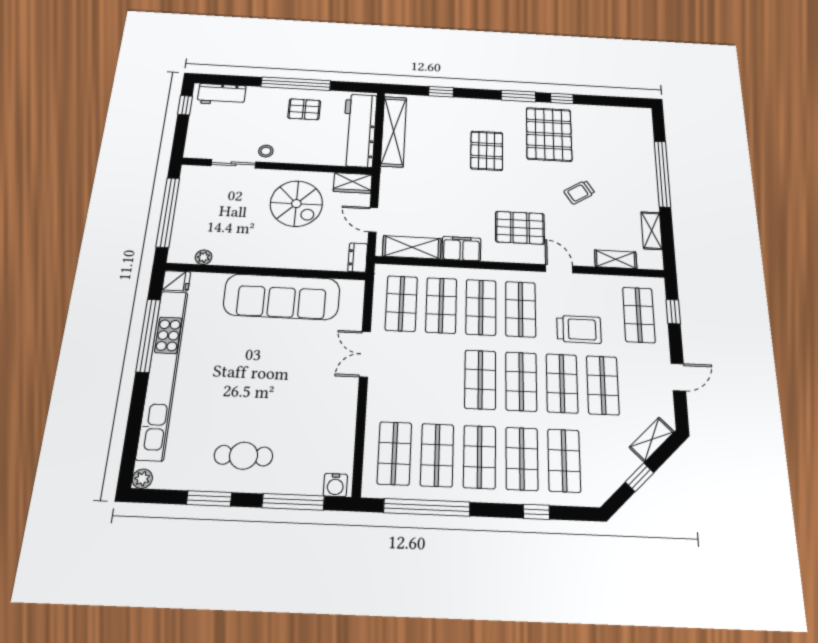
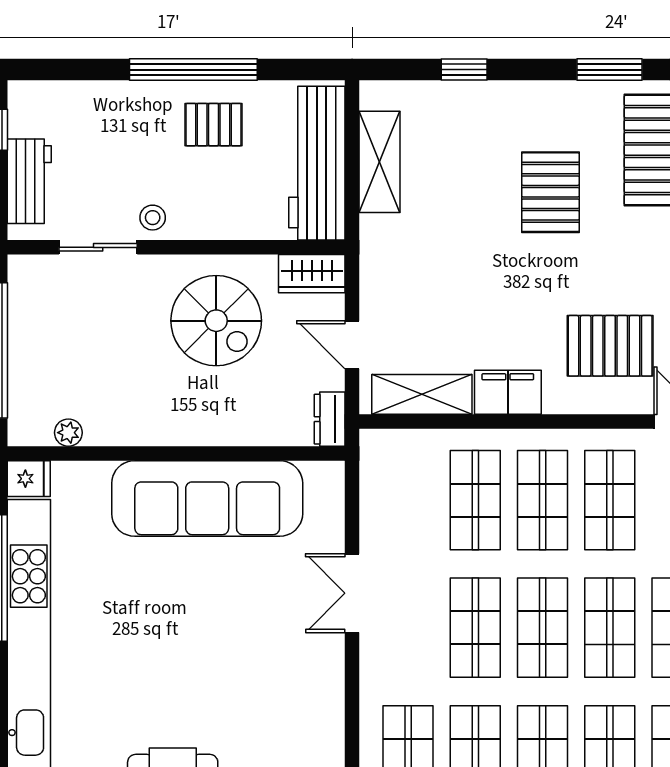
workbench: (222, 94) -> (29, 181), moved, turned -90
shelving: (394, 131) -> (380, 162), width x0.68
shop shelf: (401, 303) -> (475, 628), moved

